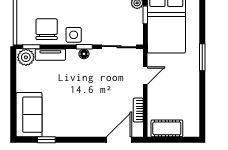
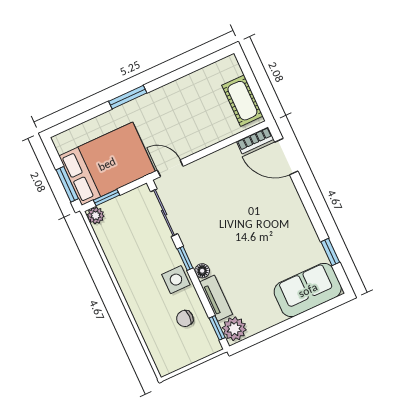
chair: (47, 29) -> (185, 318), width x0.54, depth x0.54
floor lamp: (84, 54) -> (202, 271), moved
door: (145, 76) -> (170, 168), moved
bookcase: (138, 110) -> (255, 140), moved

